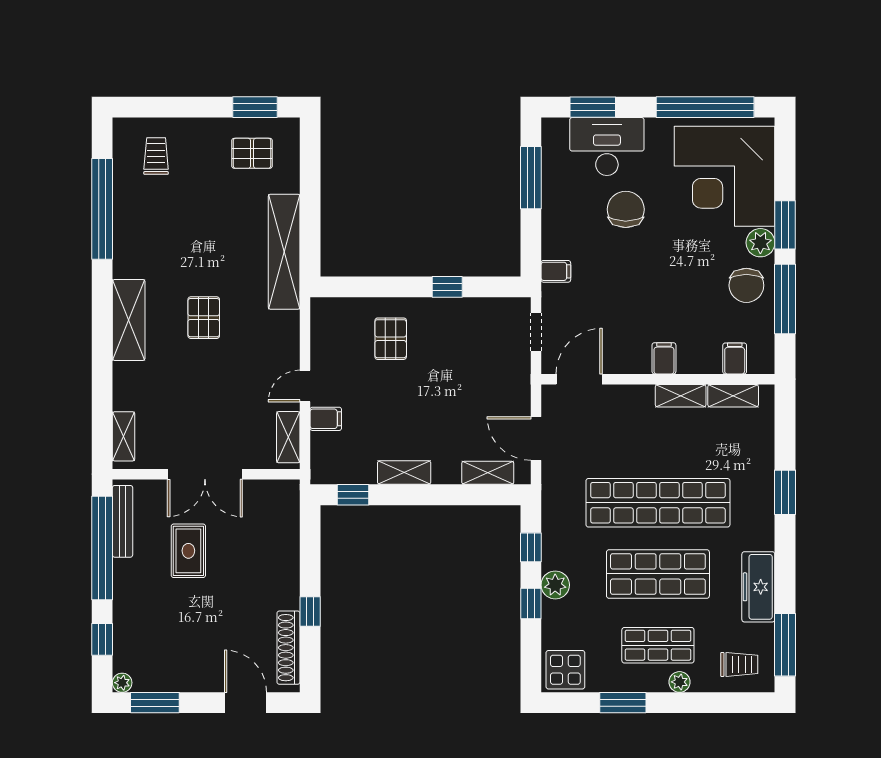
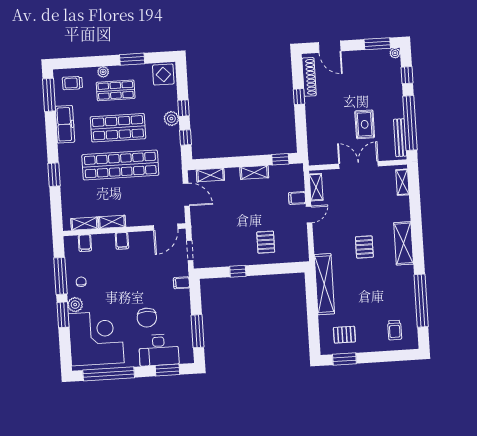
chair: (746, 285) -> (81, 282), width x0.54, depth x0.54

